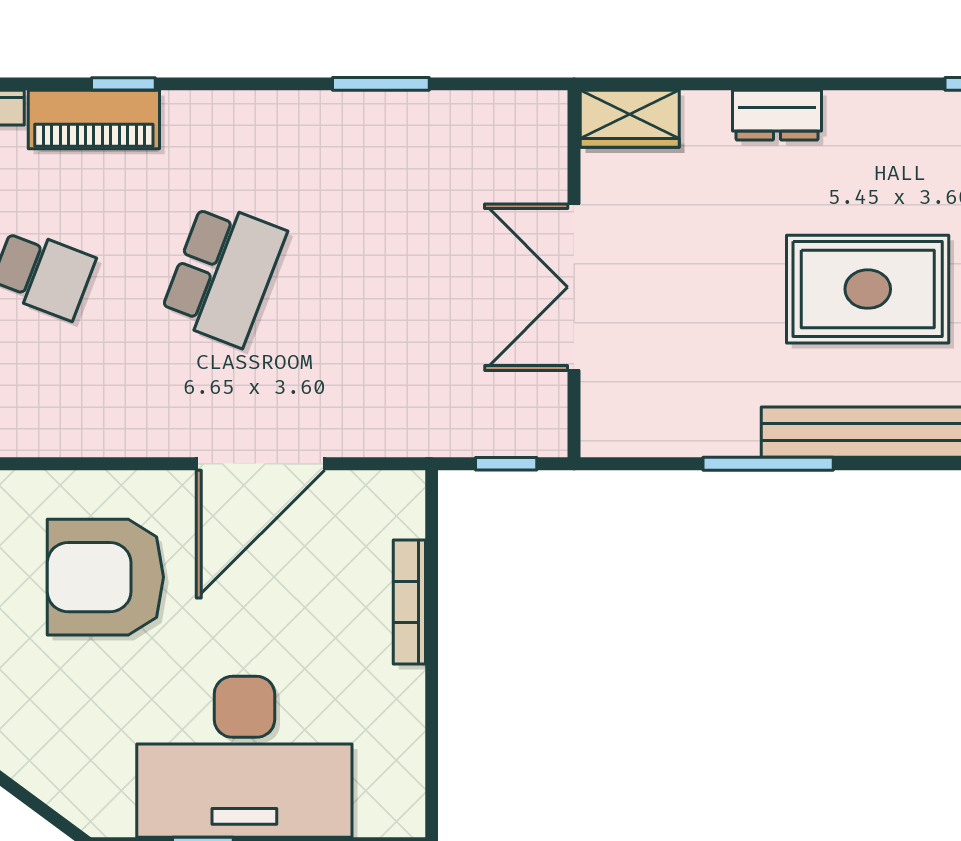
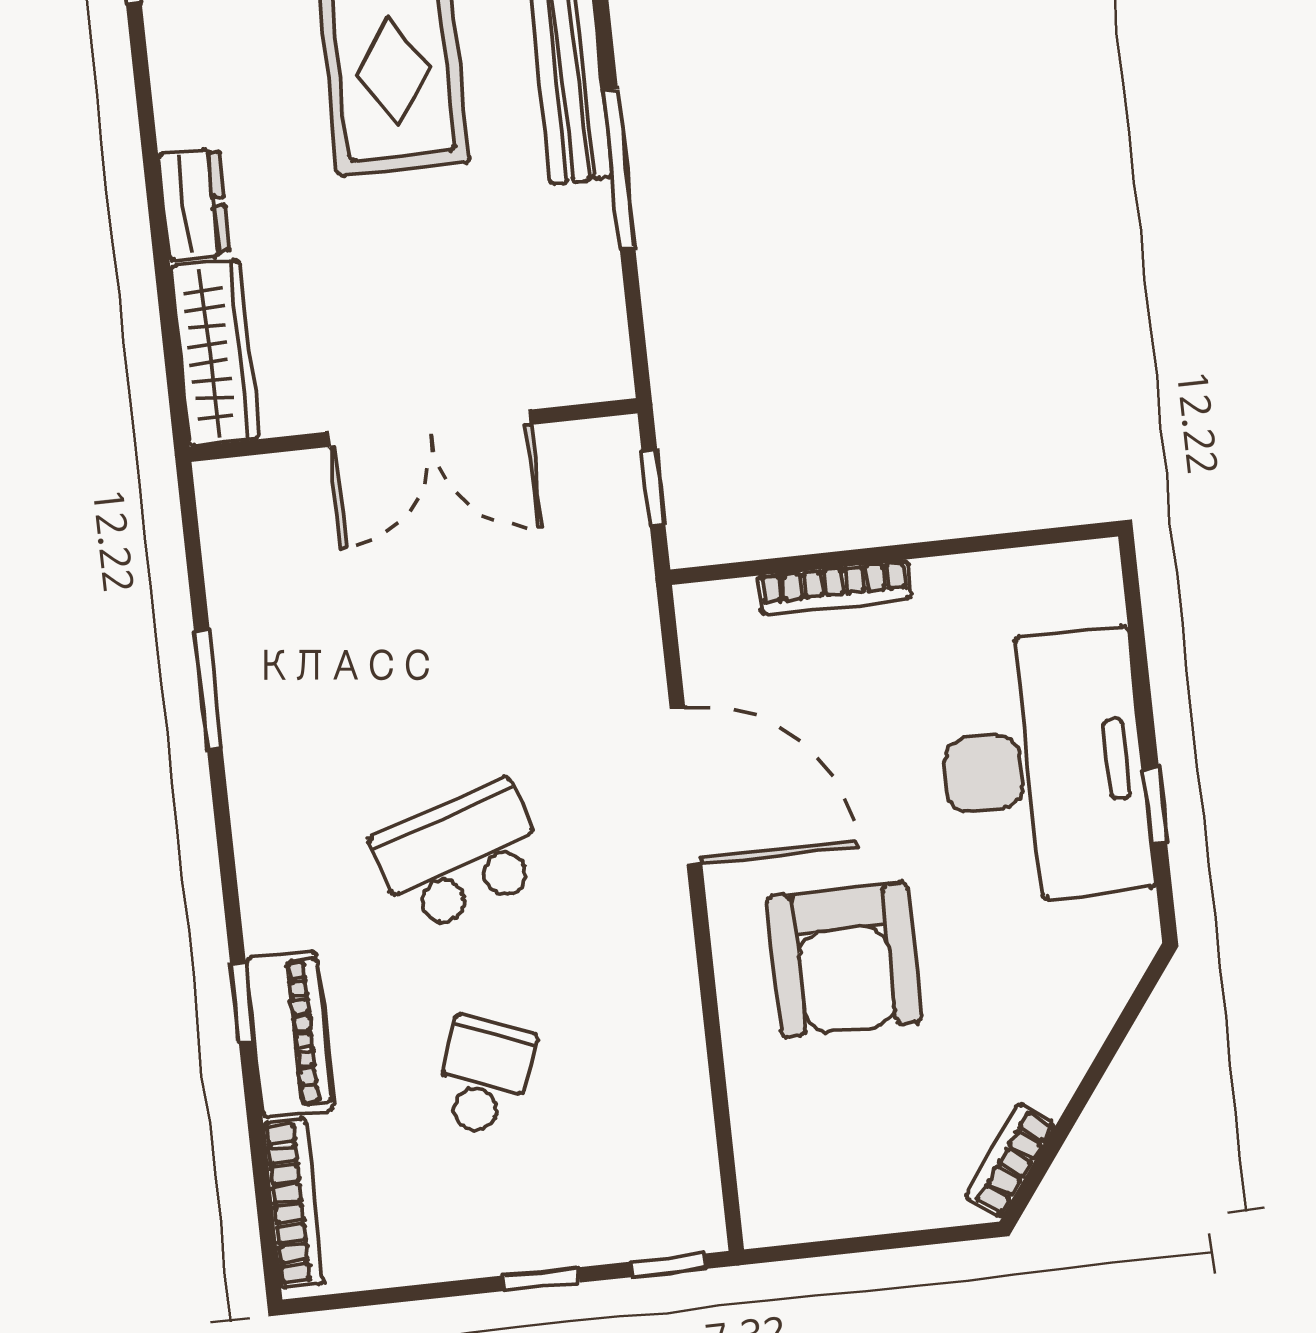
wardrobe: (630, 119) -> (215, 353), width x1.50
school desk: (223, 274) -> (460, 856), turned -39

